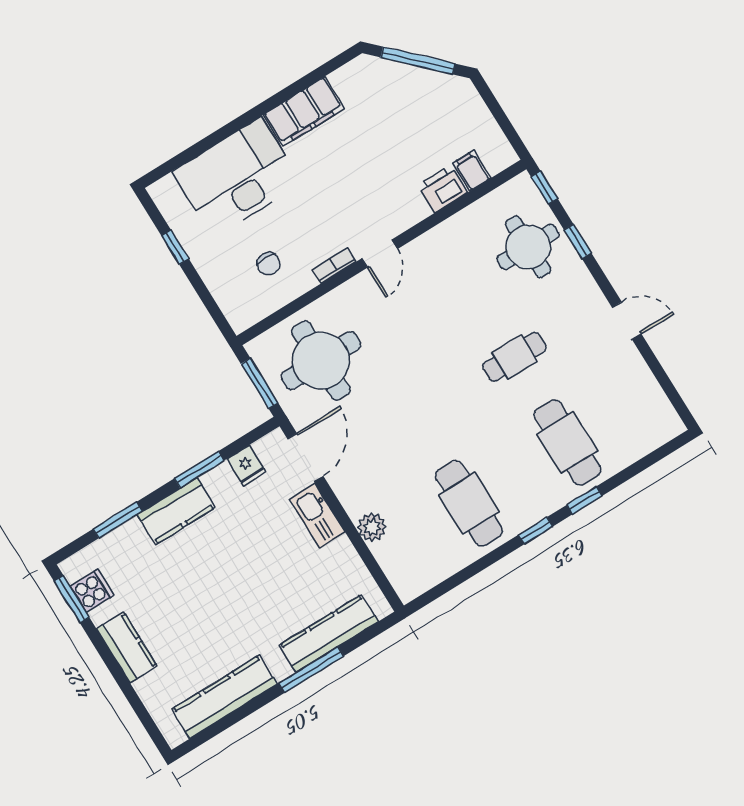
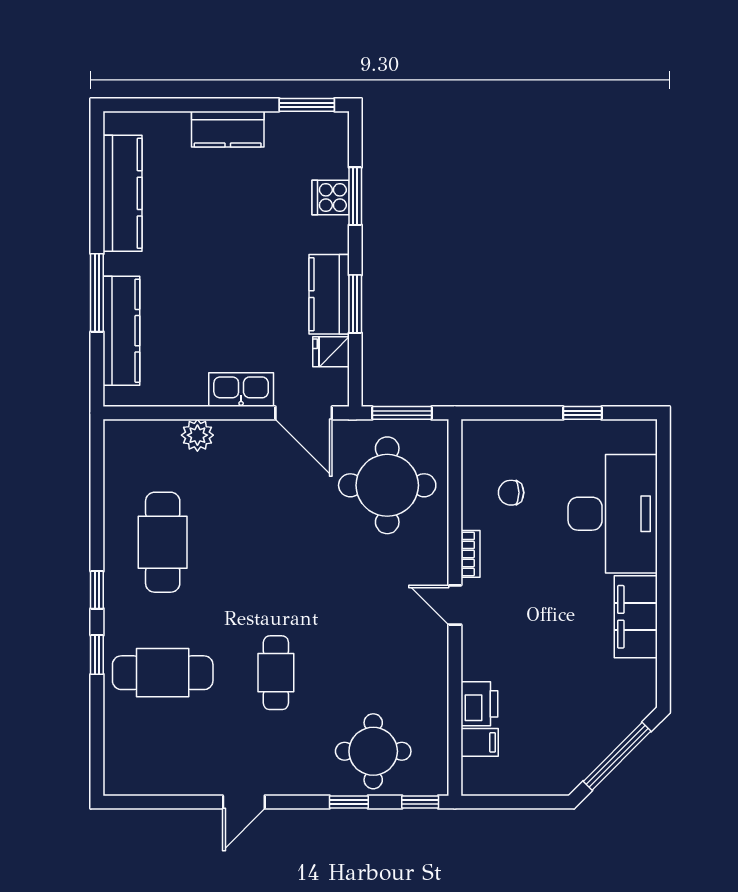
cafe table: (469, 503) -> (163, 542), turned 90
kitchen counter: (176, 511) -> (329, 294), moved
cooker: (92, 591) -> (331, 197), moved, turned 90

